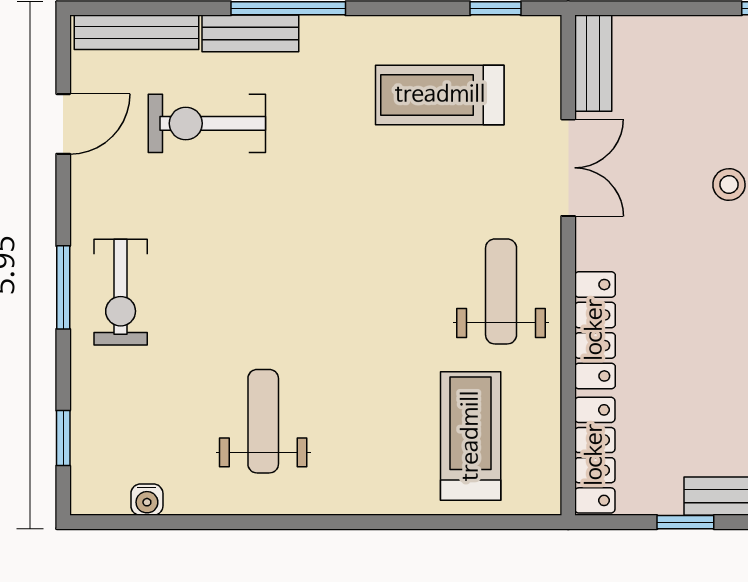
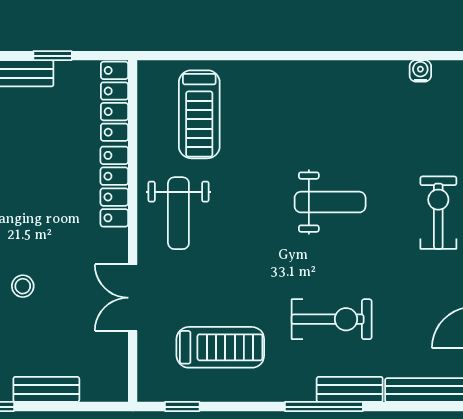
bench: (593, 63) -> (46, 389), moved, turned 90
exercise bike: (207, 123) -> (332, 319), moved
weight bench: (263, 421) -> (330, 202), moved, turned -90

